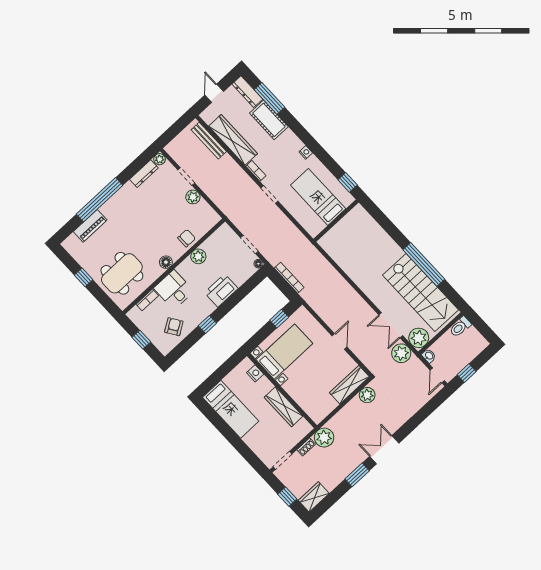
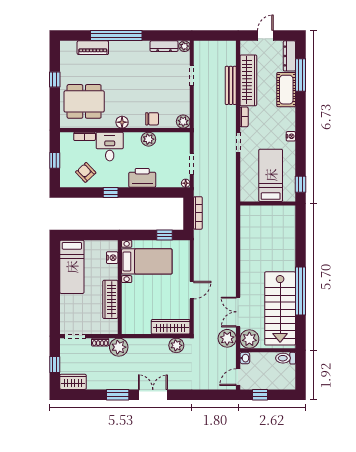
bench: (209, 141) -> (231, 85), moved
plant: (193, 197) -> (183, 122), moved
armchair: (174, 327) -> (86, 172), turned -100

